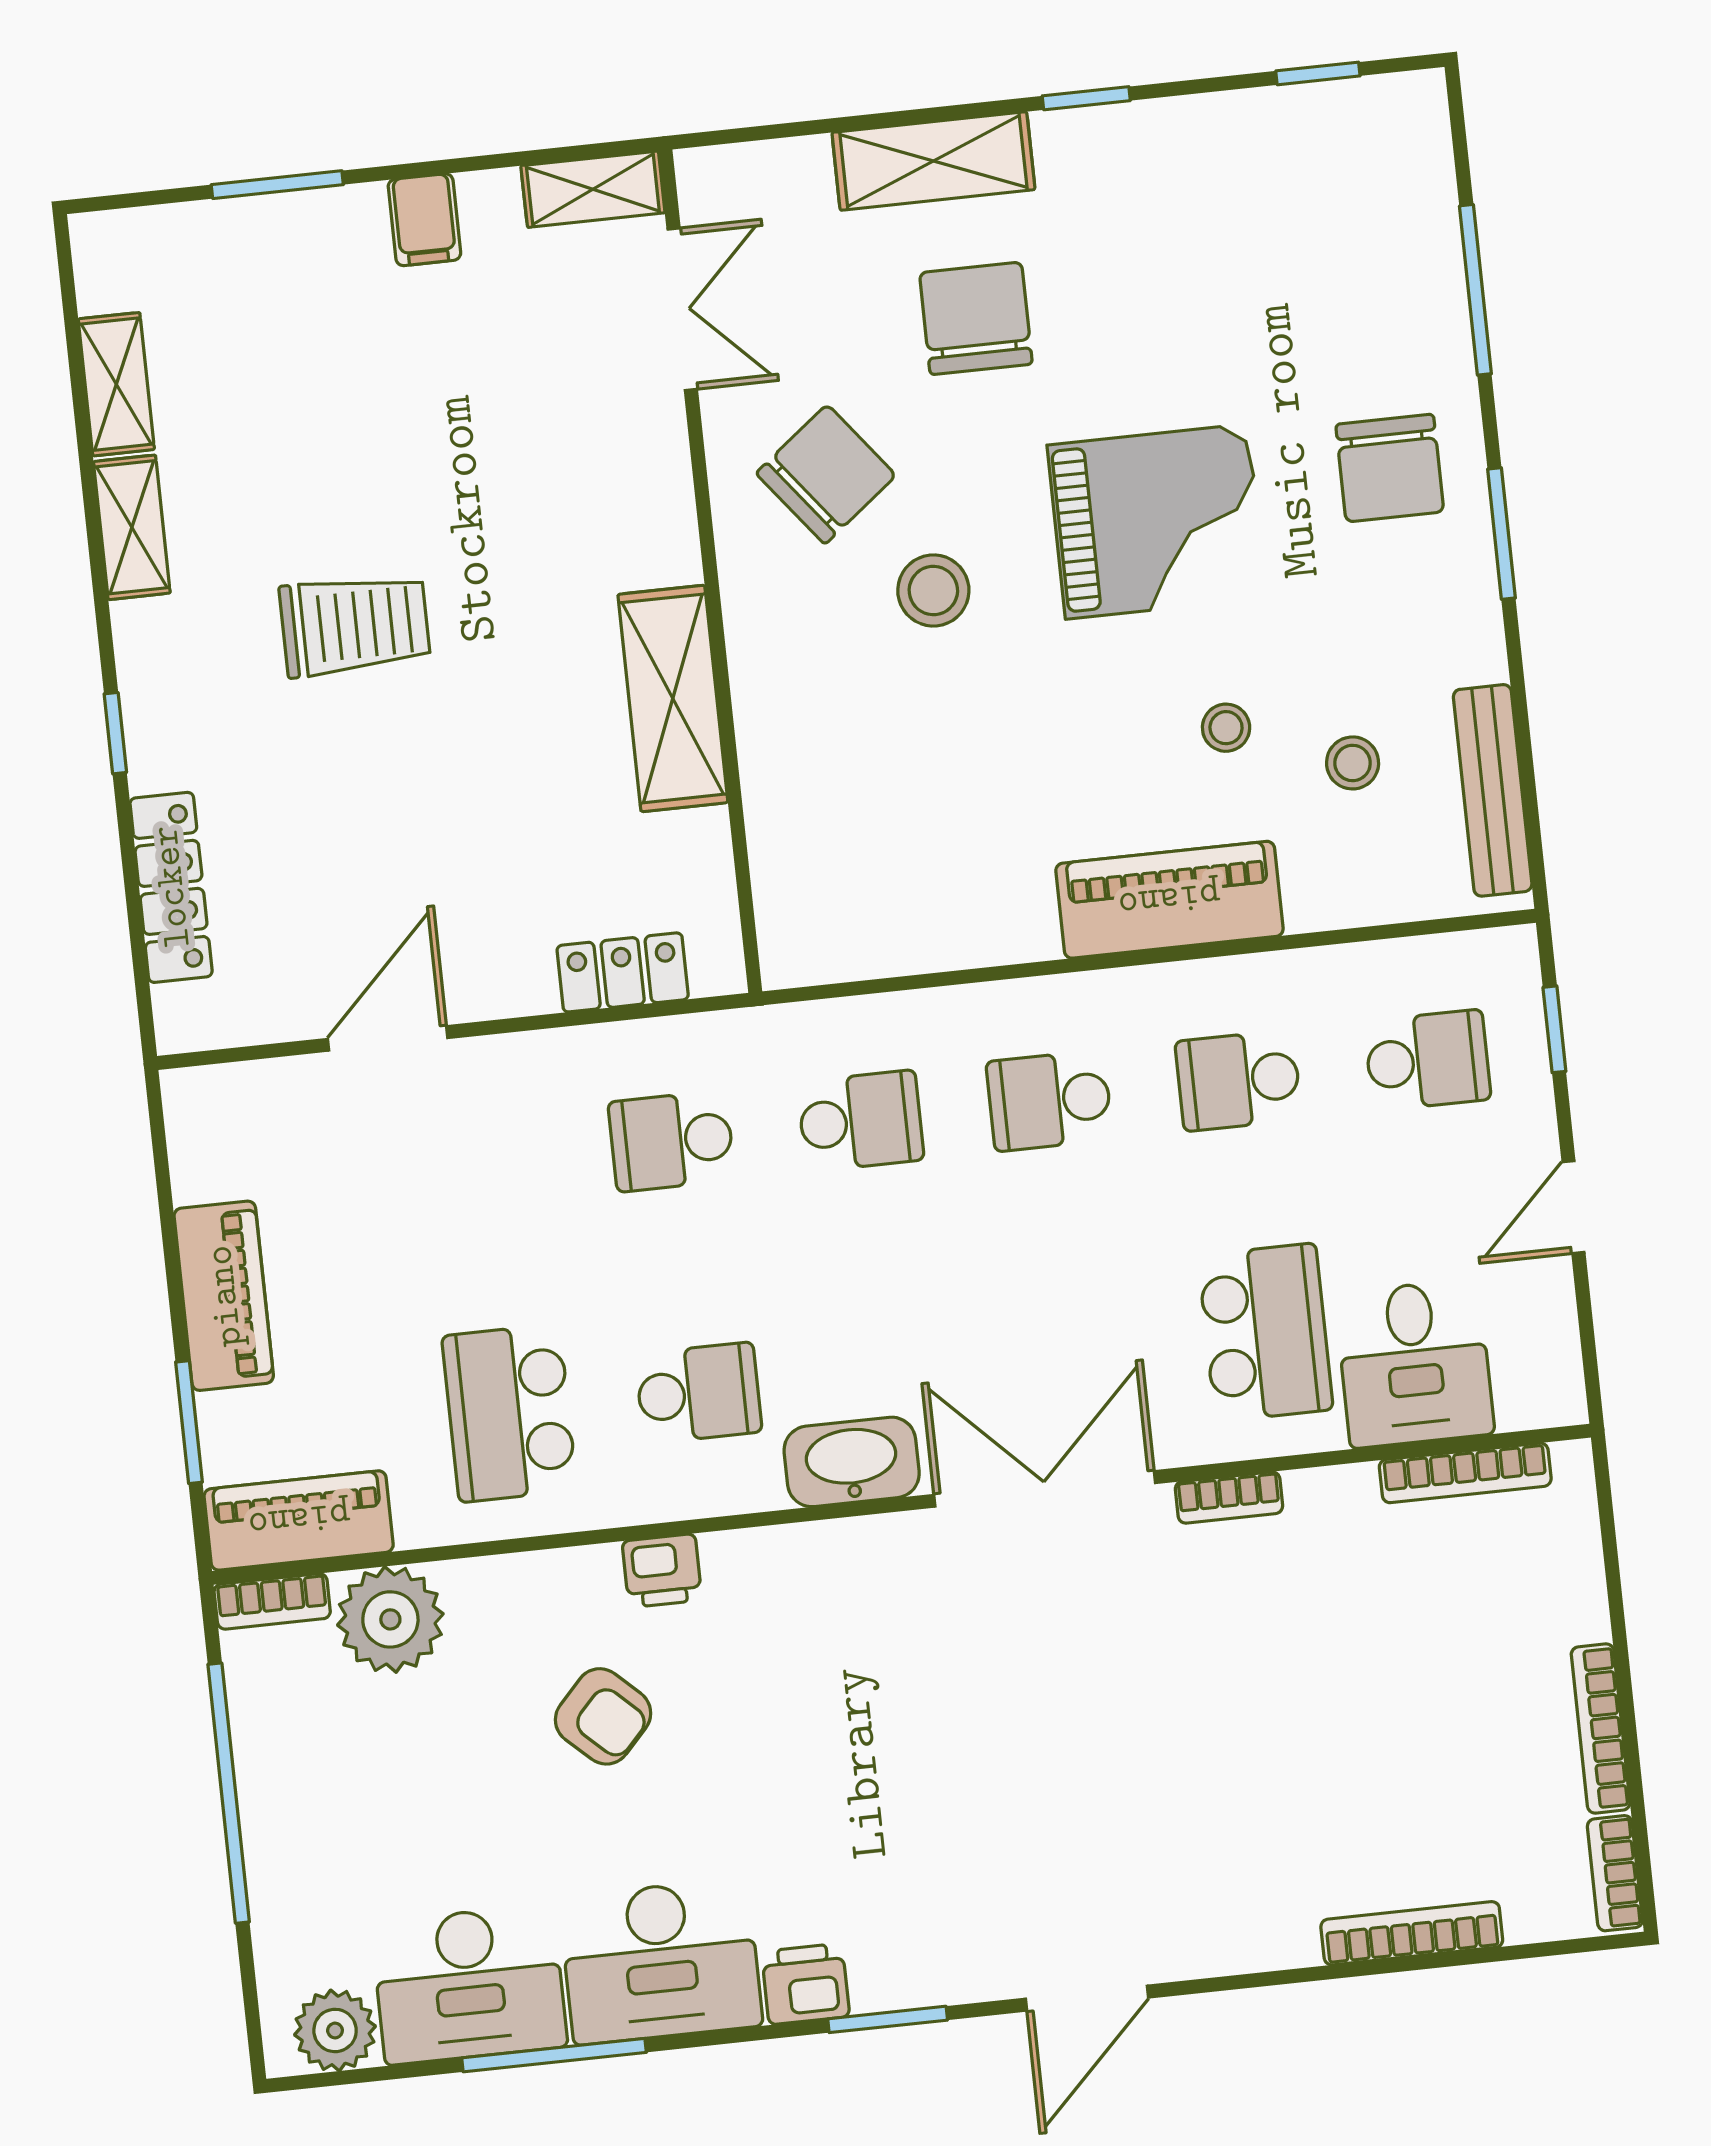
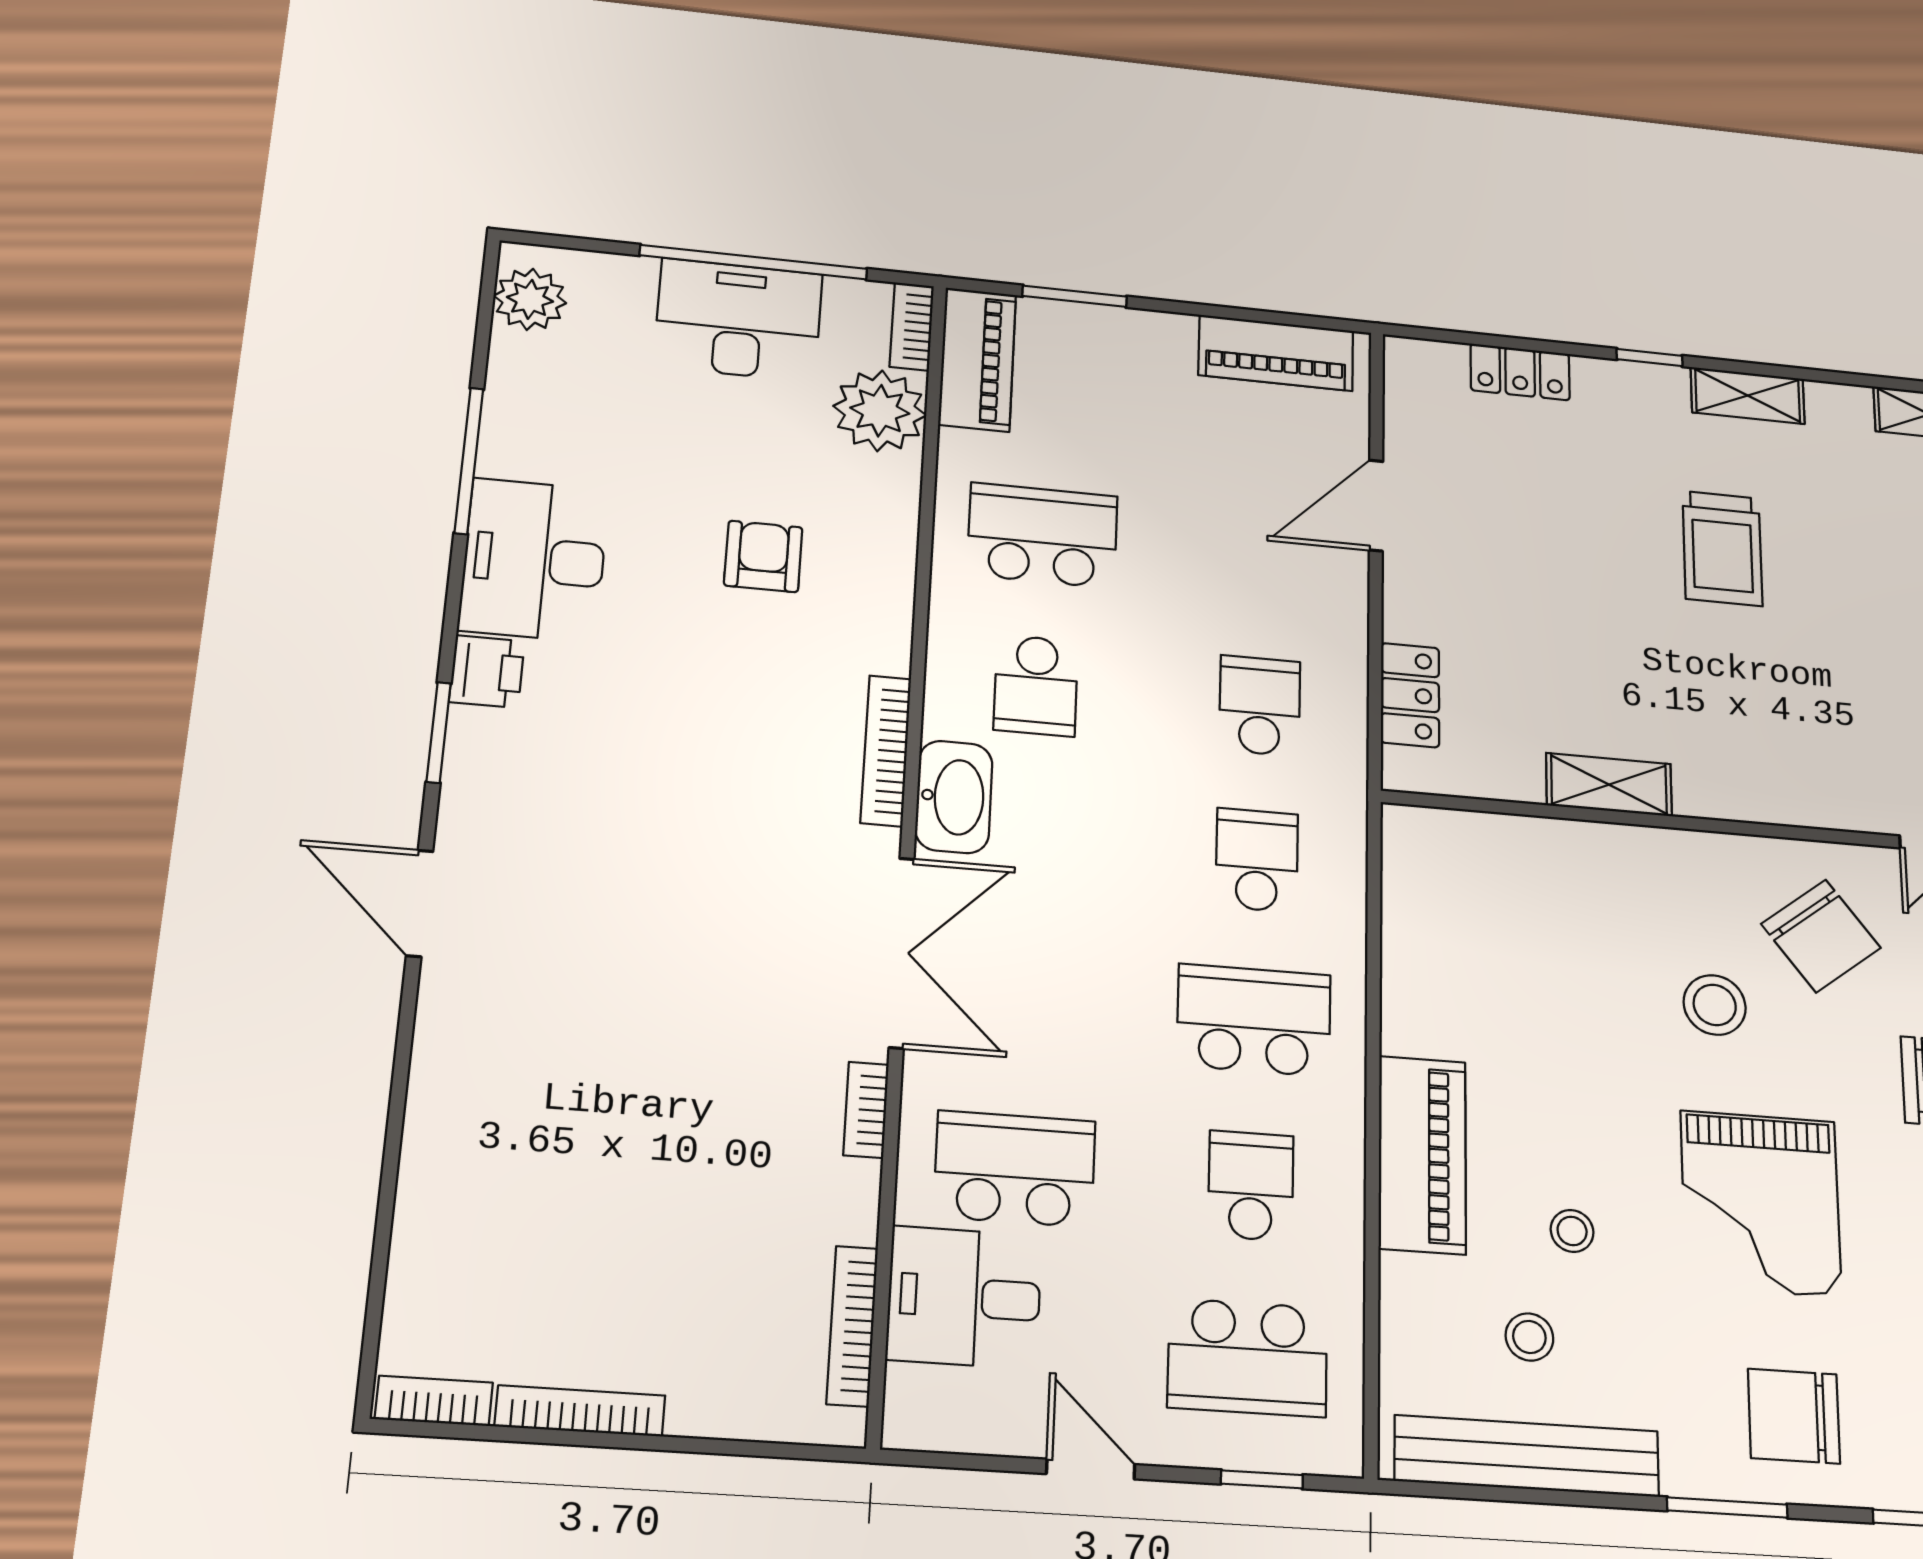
shelving: (132, 527) -> (1748, 395), moved
shelving: (673, 698) -> (1609, 785), width x0.67, depth x0.75
bench: (1493, 790) -> (1527, 1456), width x1.37, depth x1.21
locker: (171, 887) -> (1520, 372), width x0.66
door: (388, 1038) -> (1376, 505), swing flipped
school desk: (1427, 1060) -> (1248, 1358), width x1.85
school desk: (1049, 1101) -> (1254, 1020), width x1.85
school desk: (861, 1121) -> (1257, 860), turned 180
piano: (224, 1296) -> (1276, 353), moved
school desk: (1265, 1332) -> (1015, 1169), turned 180
printer: (662, 1571) -> (884, 627), removed
armchair: (603, 1716) -> (763, 556), turned 137
bookcase: (1412, 1933) -> (886, 751), moved, turned 180
desk: (469, 1984) -> (738, 320), moved, turned 90

